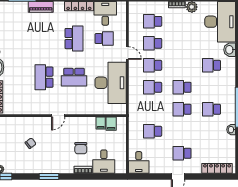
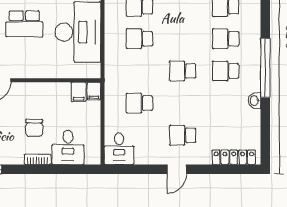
school desk: (182, 87) -> (226, 39), moved
filing cabinet: (101, 123) -> (94, 91), moved

